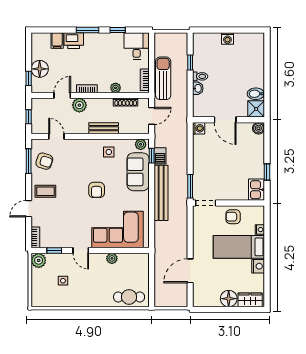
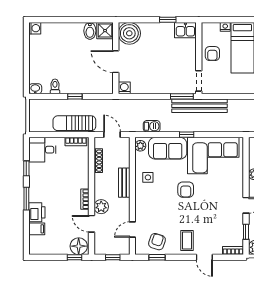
washing machine: (227, 39) -> (35, 28), moved
window: (190, 63) -> (75, 96), moved
floor lamp: (40, 69) -> (79, 246), moved
toilet: (200, 76) -> (55, 86), moved
plant: (116, 88) -> (84, 171), removed
washbasin: (198, 88) -> (35, 89), moved
door: (225, 120) -> (116, 62), swing flipped
boiler: (258, 128) -> (129, 33), width x1.86, depth x1.86
window: (152, 156) -> (187, 135), moved
window: (29, 161) -> (157, 257), width x0.67
armchair: (97, 190) -> (186, 190), turned 90
bench: (161, 193) -> (200, 106), moved
corner sofa: (118, 230) -> (213, 155), moved, turned -90

